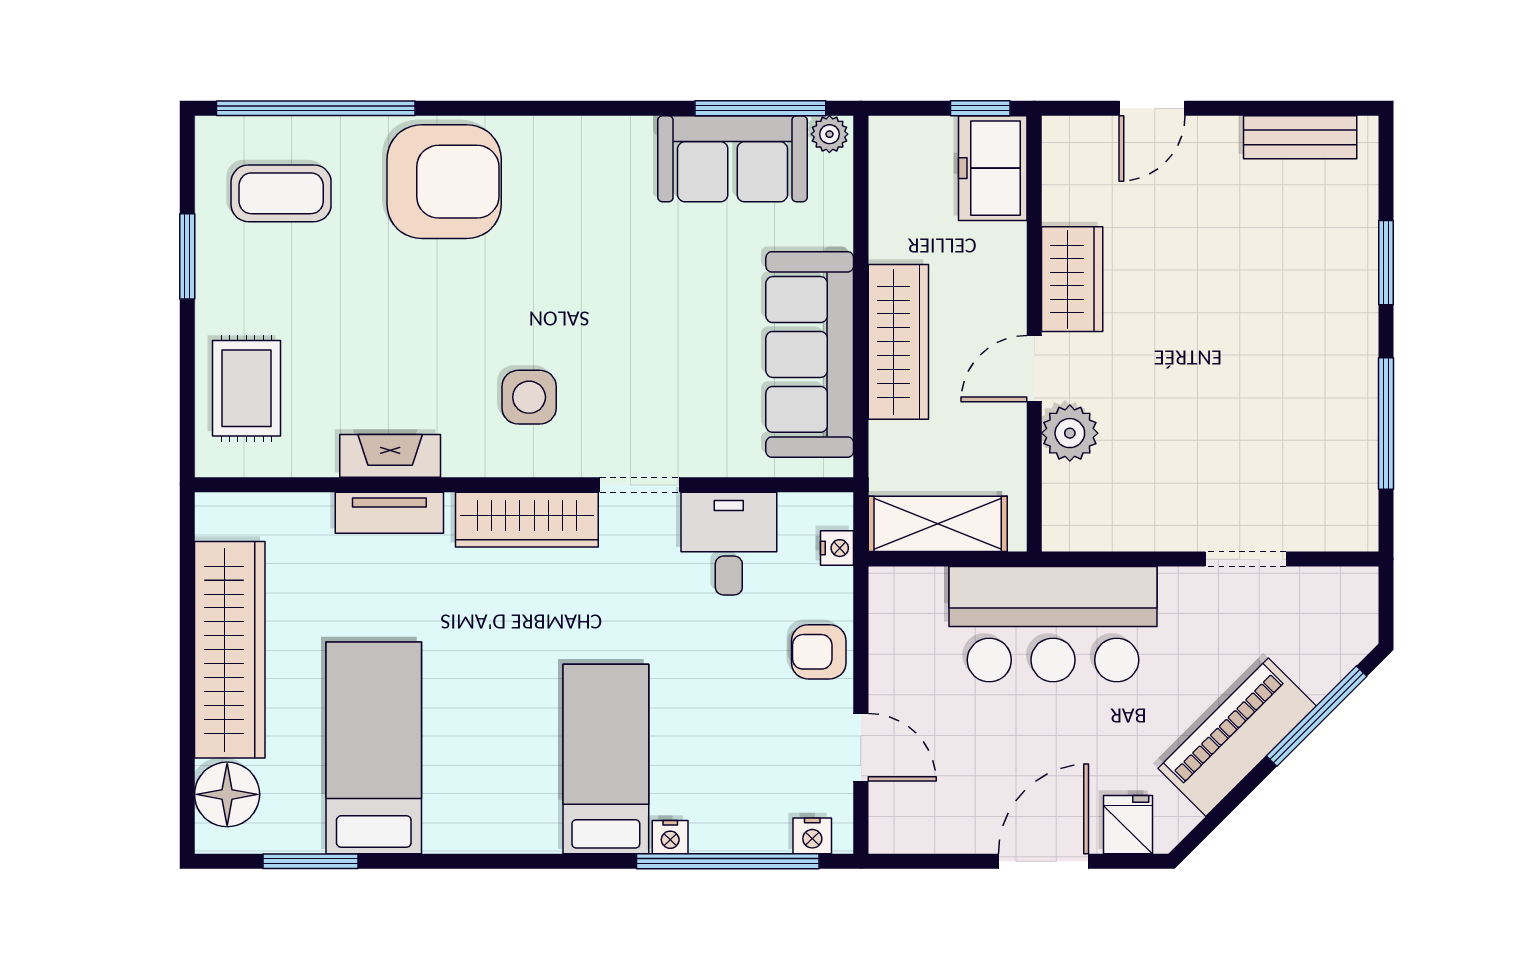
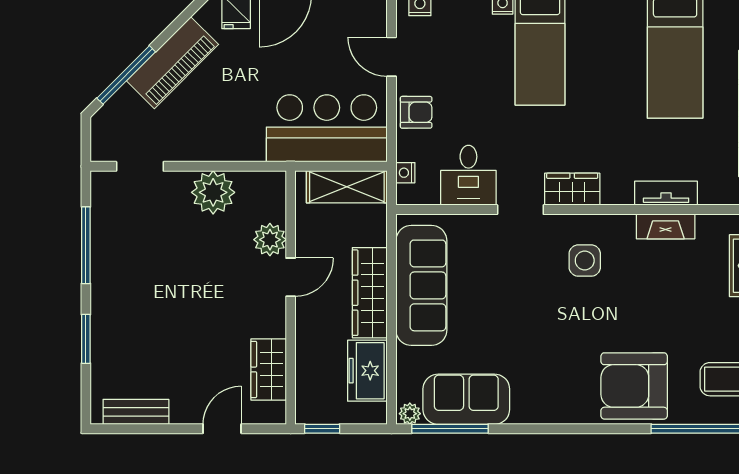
freezer: (993, 168) -> (367, 371), moved, turned 180
wardrobe: (1072, 279) -> (269, 369), moved
plant: (1167, 514) -> (213, 192), added
wardrobe: (527, 520) -> (572, 189), width x0.67
doorway: (1246, 559) -> (140, 166), moved
bar counter: (1053, 624) -> (327, 128), moved

